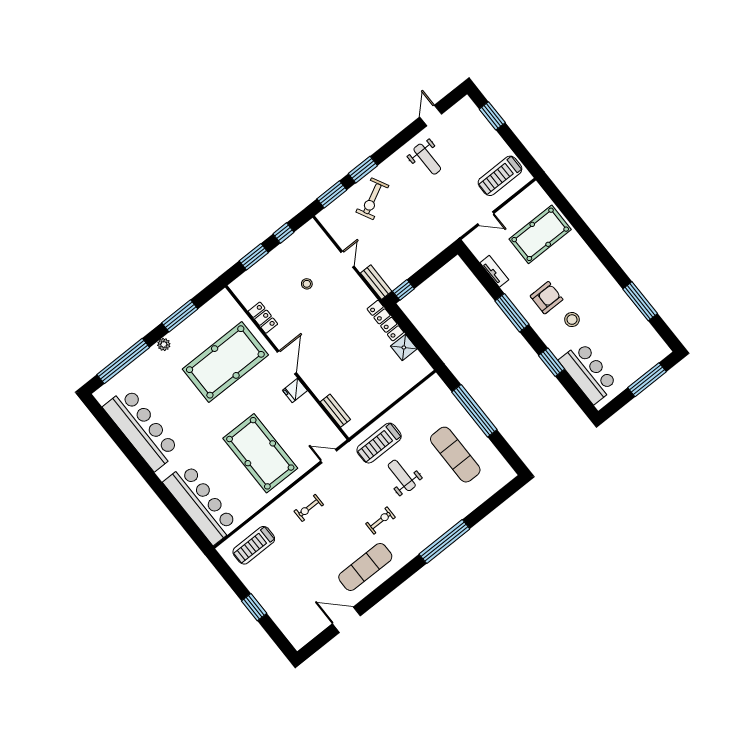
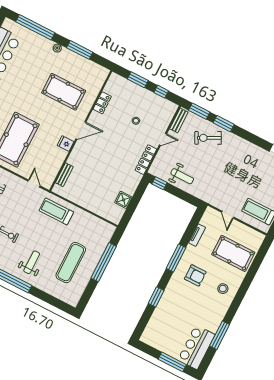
weight bench: (427, 159) -> (182, 176), moved, turned -90
bench: (376, 282) -> (179, 120), moved
stool: (572, 320) -> (223, 289), moved
locker: (385, 321) -> (146, 160), moved
pool table: (225, 362) -> (64, 92), width x0.73, depth x0.76
bar counter: (588, 373) -> (196, 347), moved, turned 180
weight bench: (402, 475) -> (32, 262), moved

